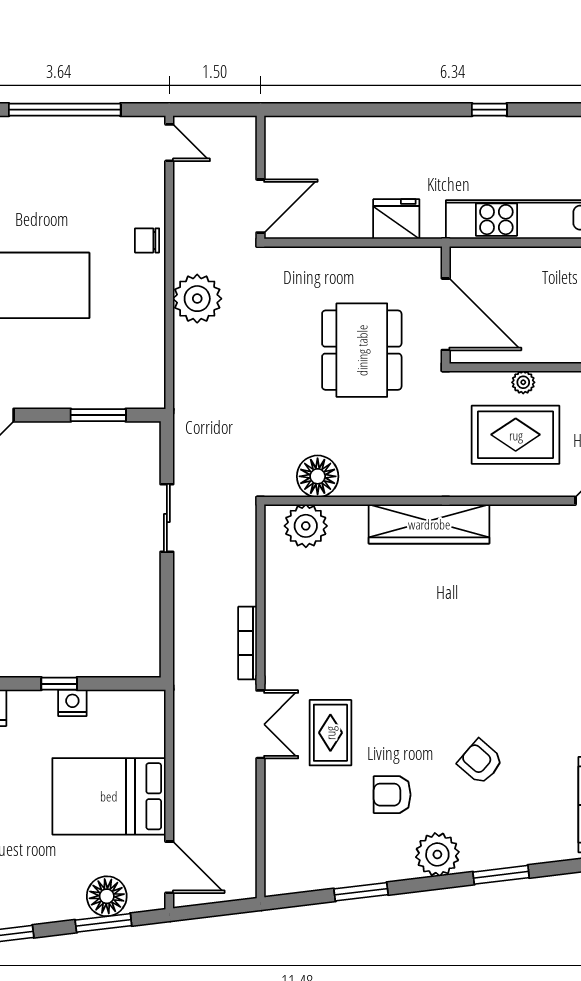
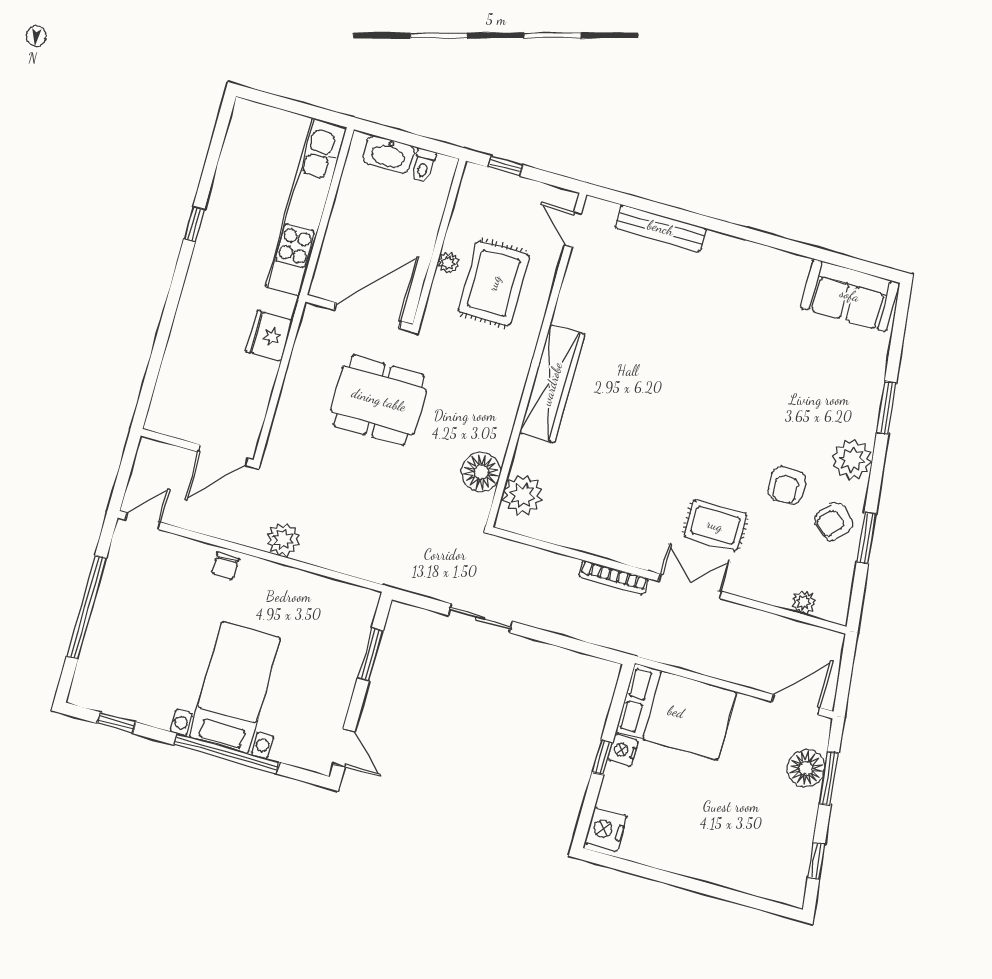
door: (260, 206) -> (223, 455), swing flipped
plant: (197, 299) -> (283, 540), width x0.73, depth x0.73
armchair: (480, 762) -> (834, 521), moved
bed: (109, 796) -> (676, 712), moved, turned -90
plant: (277, 846) -> (804, 602), added

